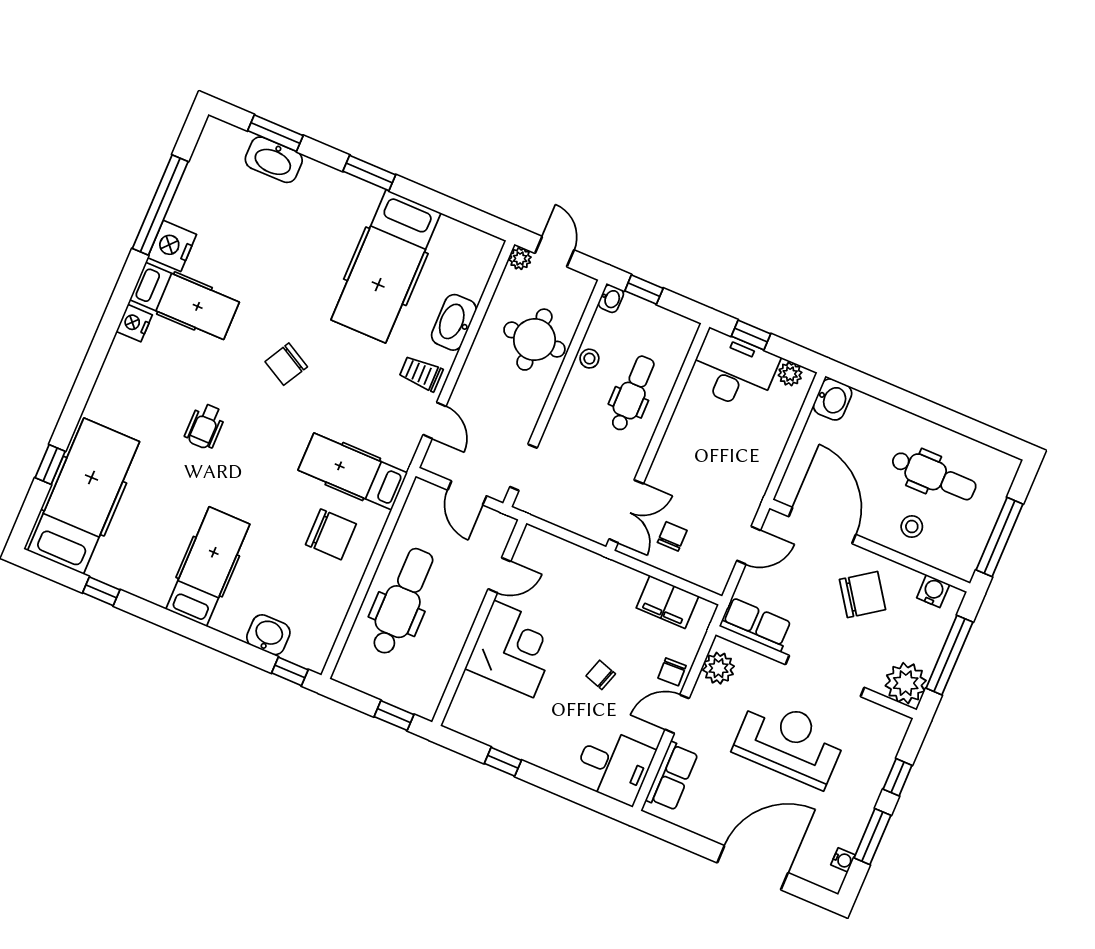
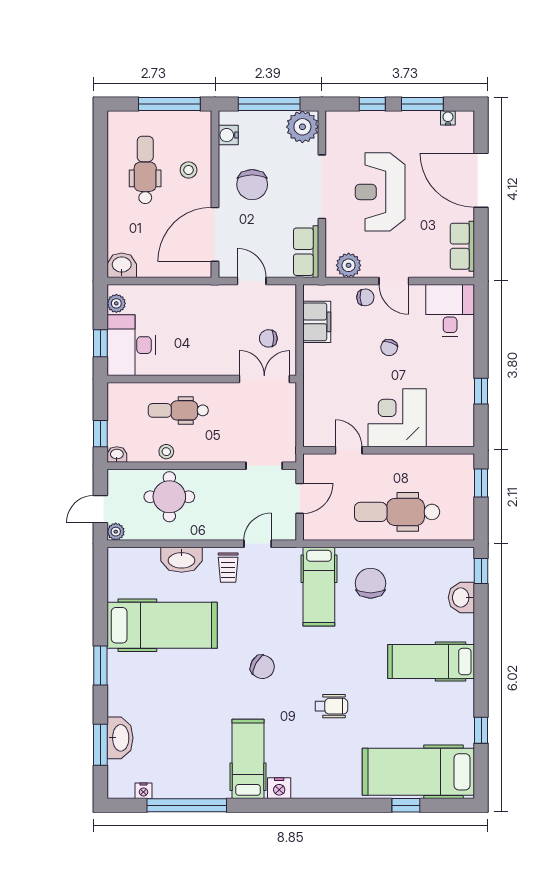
nightstand: (172, 246) -> (143, 791), moved, width x0.53, depth x0.56
chair: (863, 595) -> (252, 185), turned -145
row of seats: (672, 776) -> (462, 246), moved, turned -90

